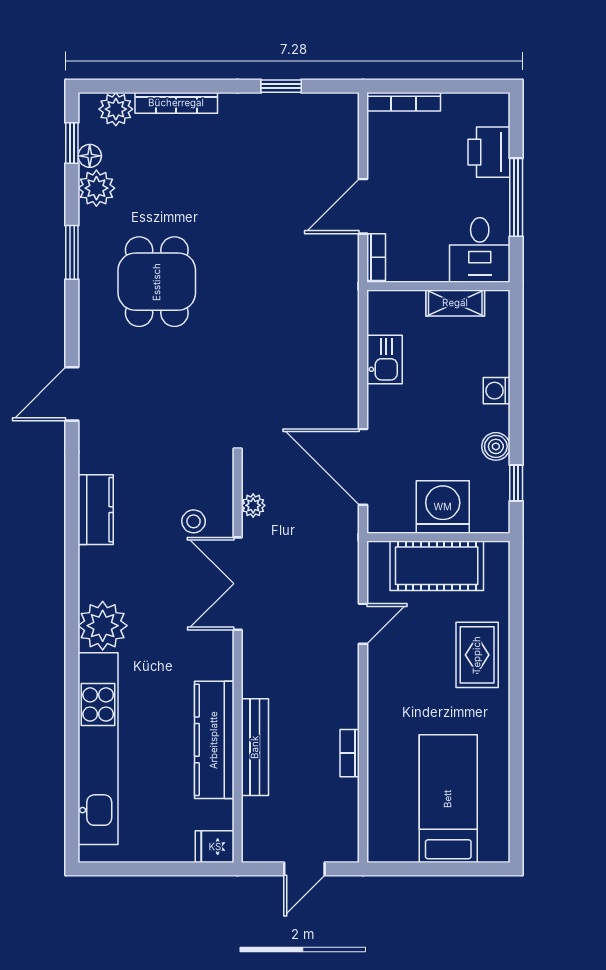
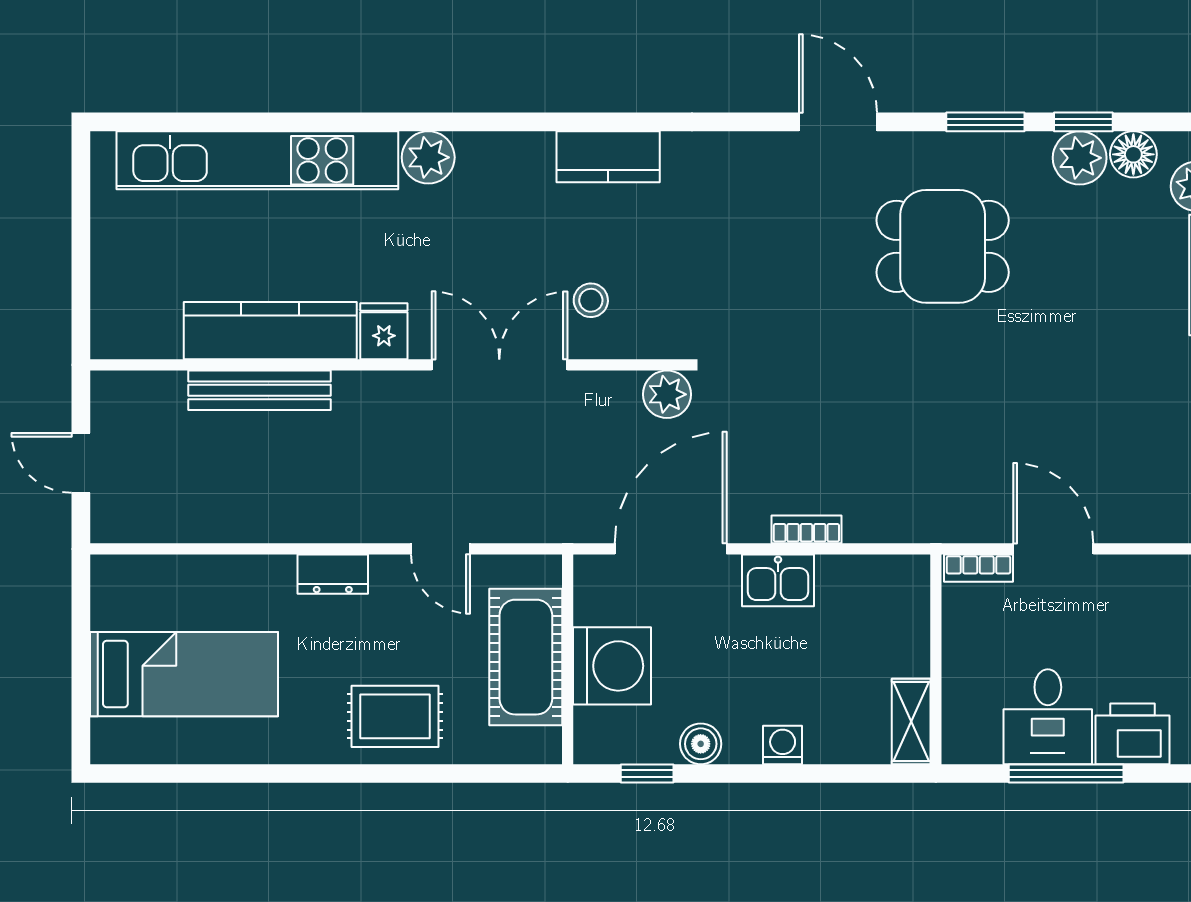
window: (72, 143) -> (1083, 122), moved
floor lamp: (90, 156) -> (1133, 154), width x1.37, depth x1.37
desk: (480, 250) -> (1048, 717), moved, turned -90
shelving: (455, 303) -> (911, 721), moved
kitchen sink: (384, 360) -> (778, 580), moved
door: (72, 394) -> (838, 122), moved
plant: (253, 505) -> (667, 394), moved, width x1.38, depth x1.38
plant: (103, 626) -> (428, 157), width x0.73, depth x0.73
dresser: (380, 697) -> (333, 574), added
bookcase: (350, 753) -> (806, 529), moved
fridge: (215, 847) -> (384, 331), moved

